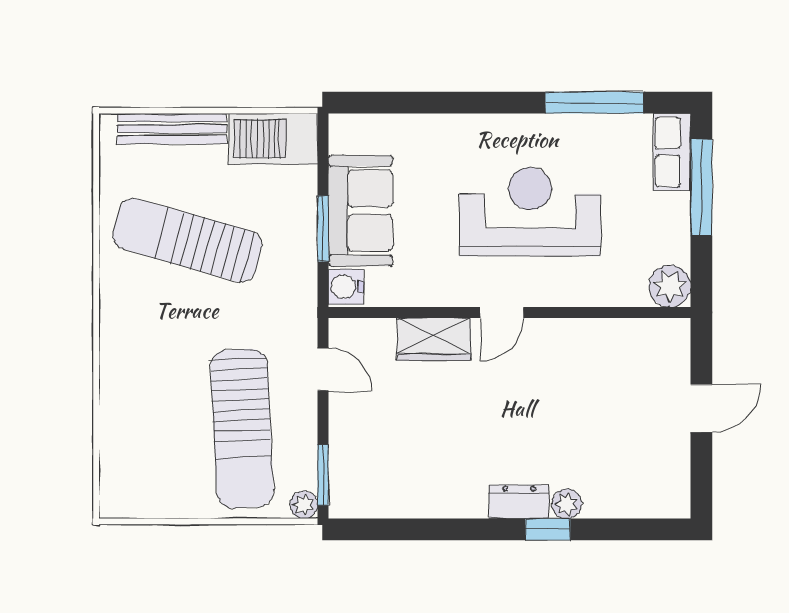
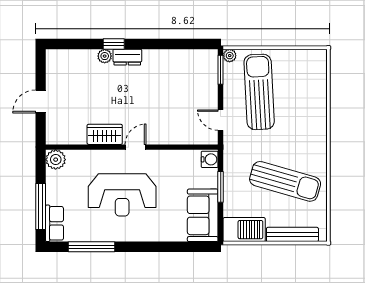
sofa: (360, 211) -> (203, 215), moved
wardrobe: (434, 339) -> (105, 134), moved

